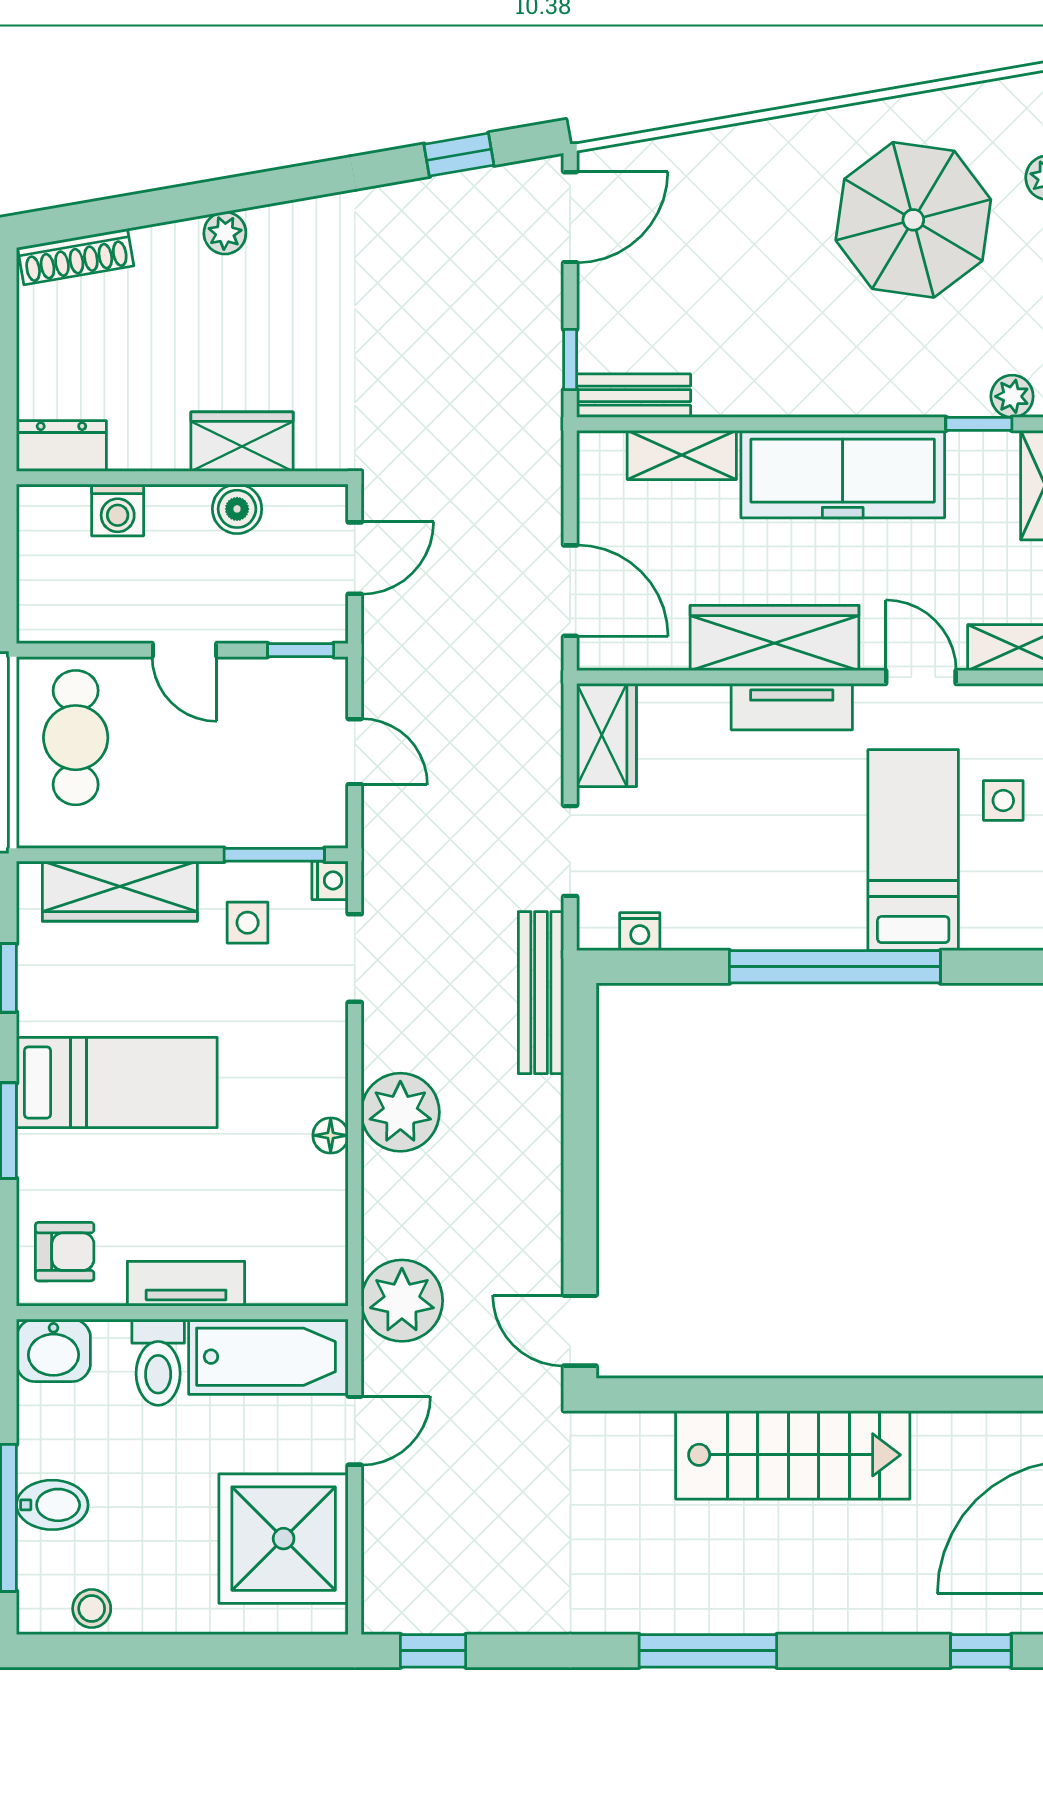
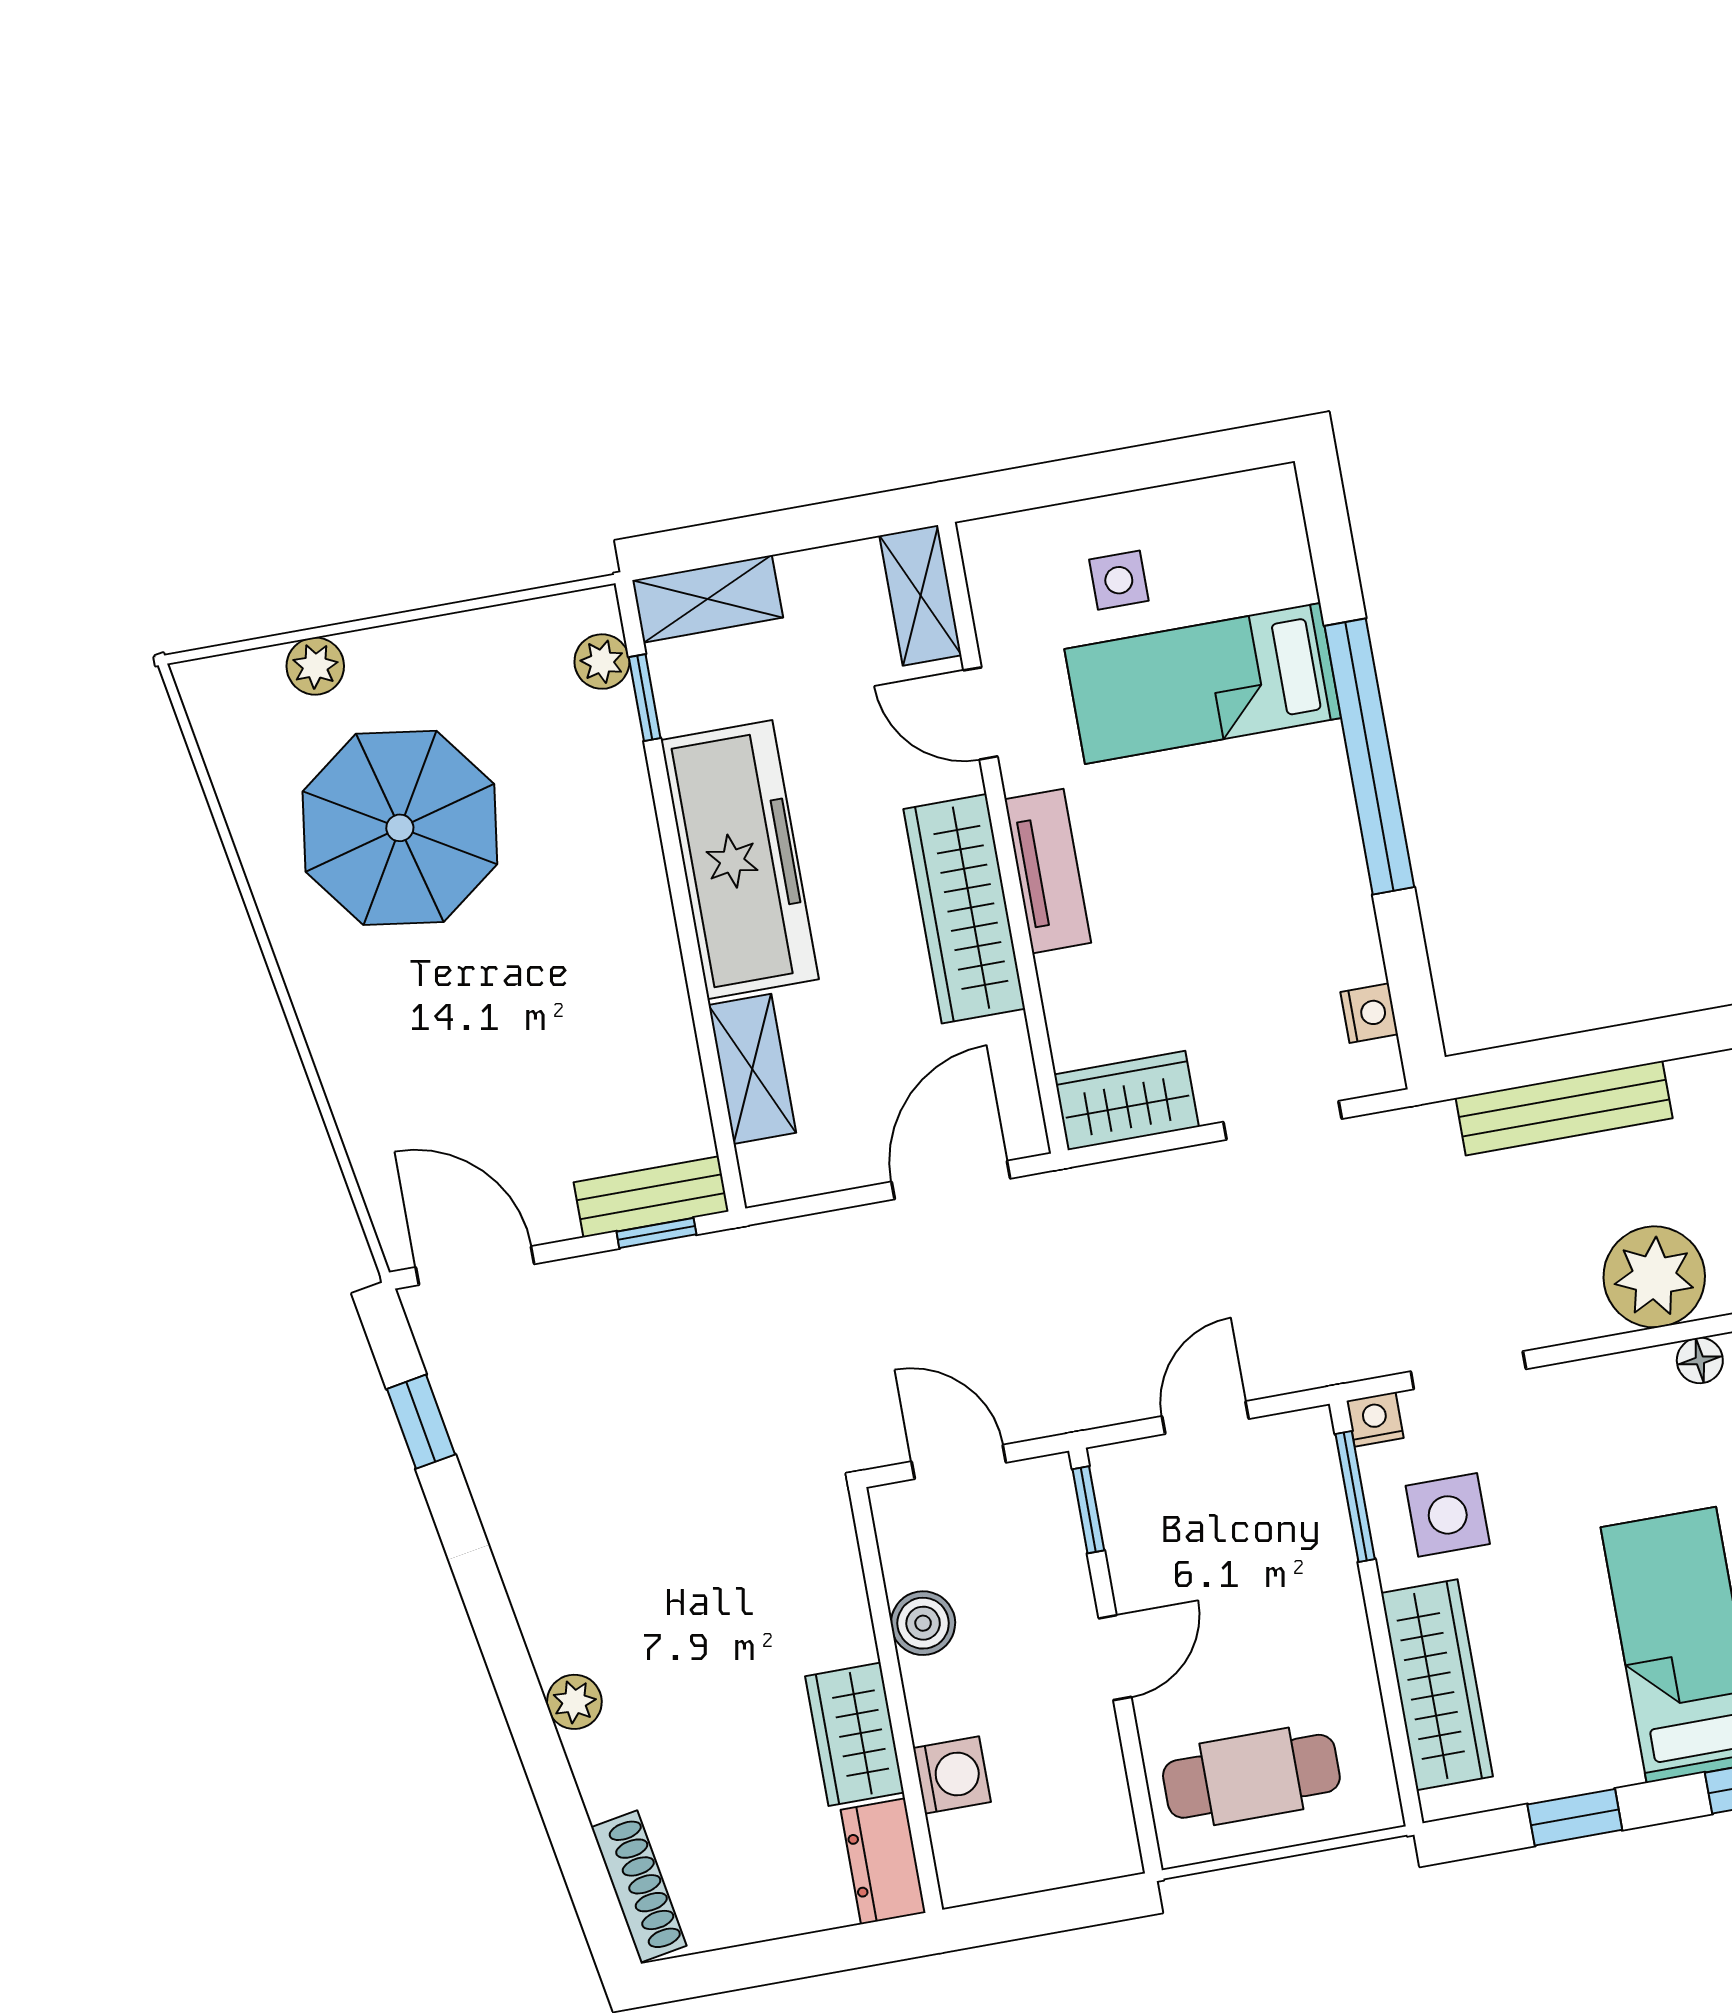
bench: (634, 396) -> (651, 1197), moved, turned 90
wardrobe: (242, 442) -> (855, 1734), moved
door: (921, 677) -> (980, 713), hinge flipped
side table: (248, 923) -> (1448, 1515), width x1.37, depth x1.37
bench: (541, 993) -> (1564, 1108), moved

